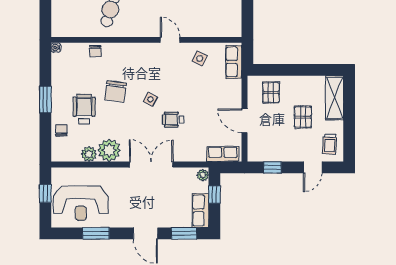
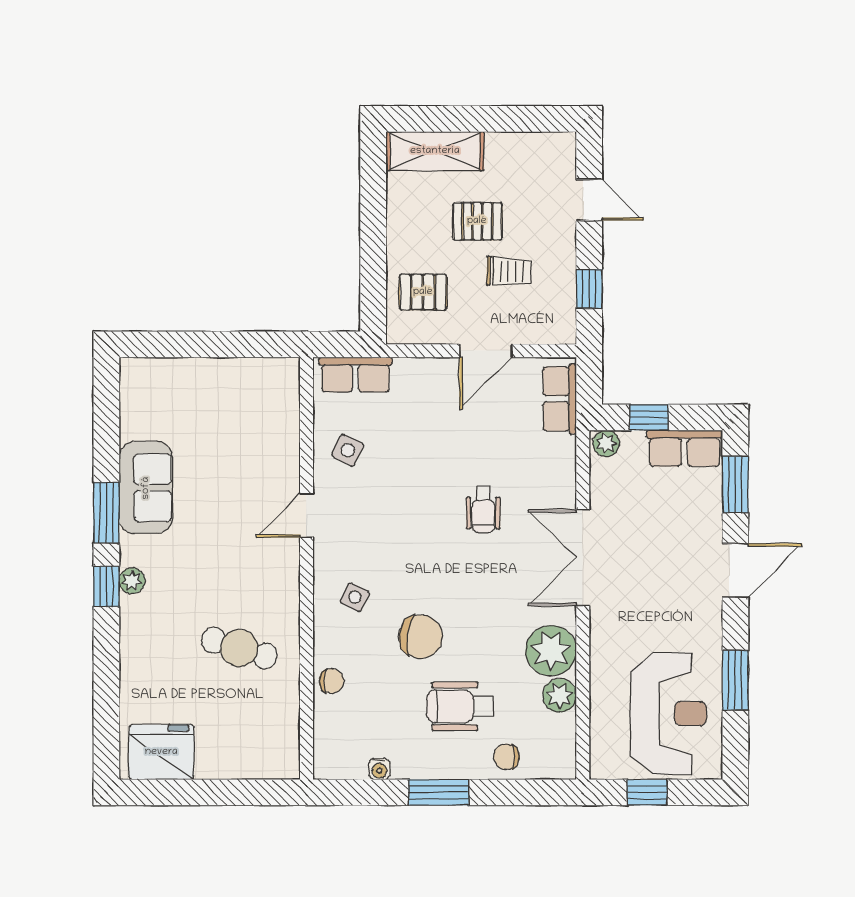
water cooler: (56, 48) -> (379, 769), moved
side table: (150, 99) -> (355, 597), moved
trolley: (330, 144) -> (509, 271), moved

